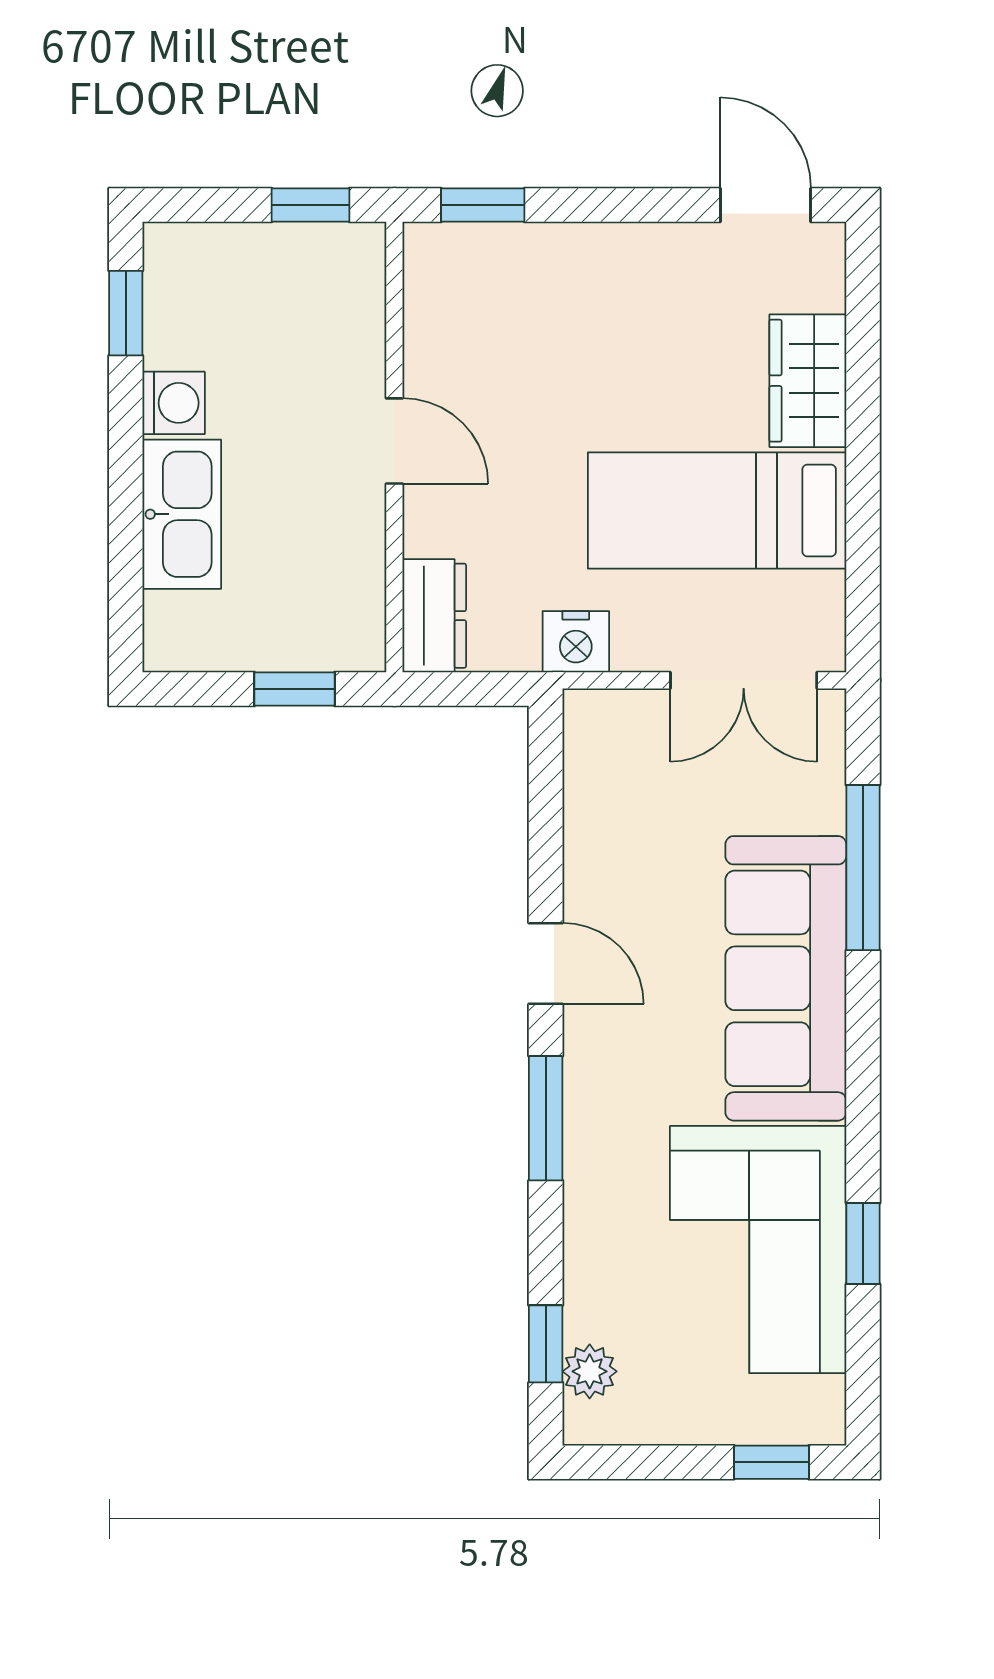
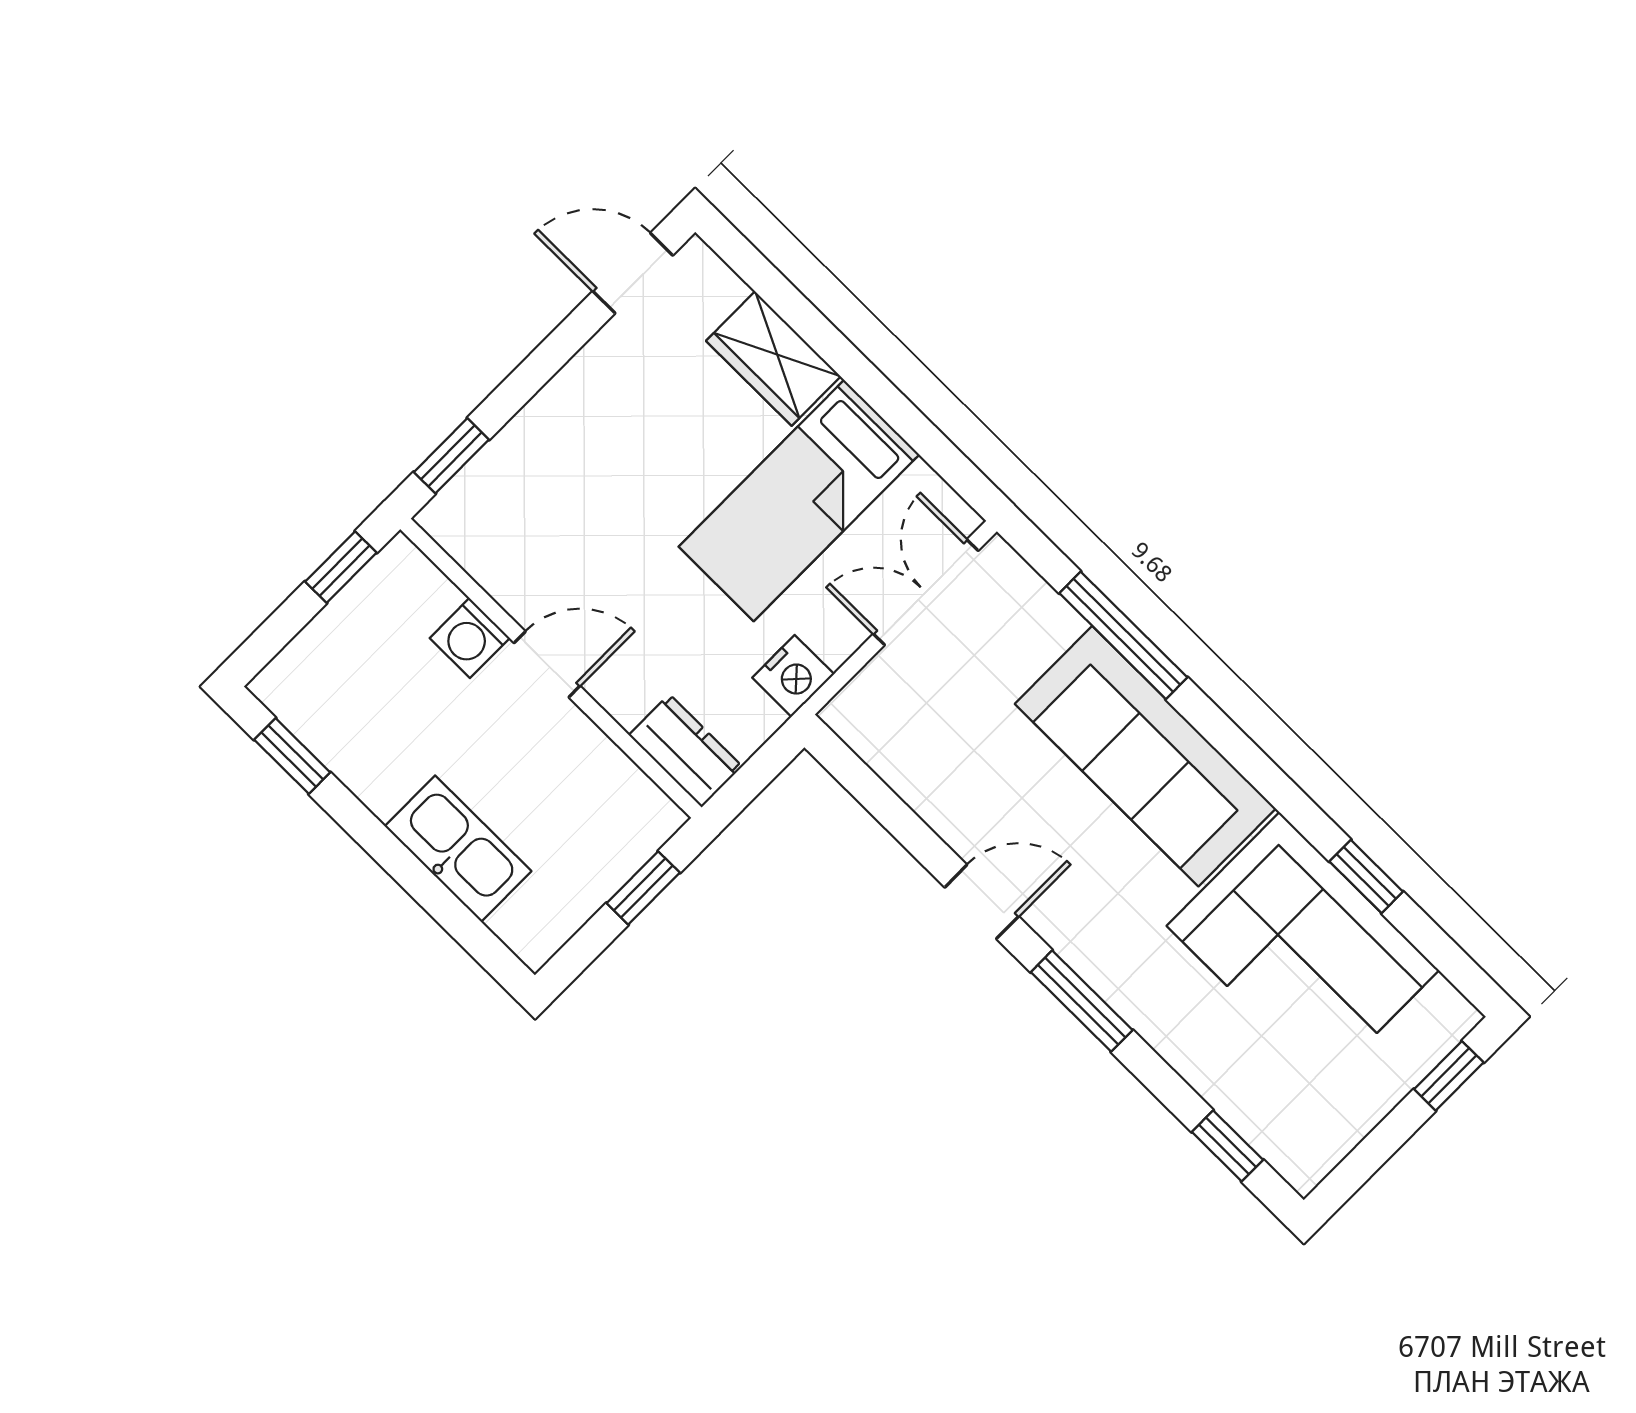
washing machine: (174, 403) -> (470, 638), moved, turned 180
double door: (744, 680) -> (926, 592), swing flipped
plant: (590, 1371) -> (1273, 1135), removed

